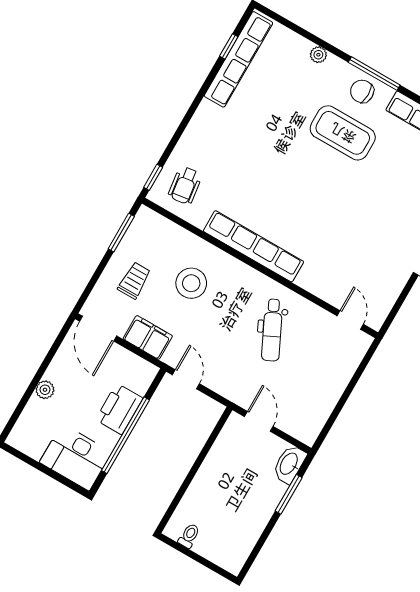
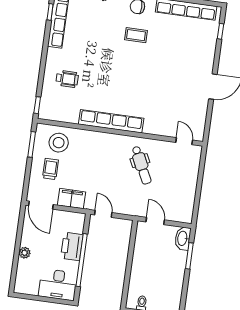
coffee table: (343, 133) -> (136, 35), width x0.54, depth x0.58
wheelchair: (185, 185) -> (67, 79), moved, turned -82
stool: (191, 283) -> (59, 143), moved

